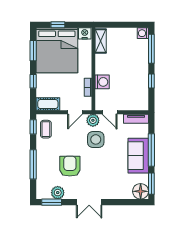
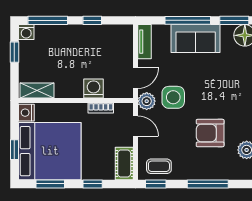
window: (128, 25) -> (14, 52), added

